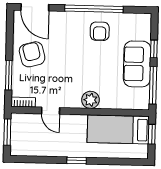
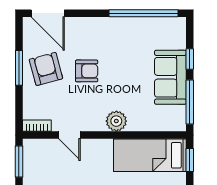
window: (94, 9) -> (143, 13), moved
armchair: (100, 31) -> (87, 71), moved, turned -90
window: (9, 75) -> (19, 68), moved

